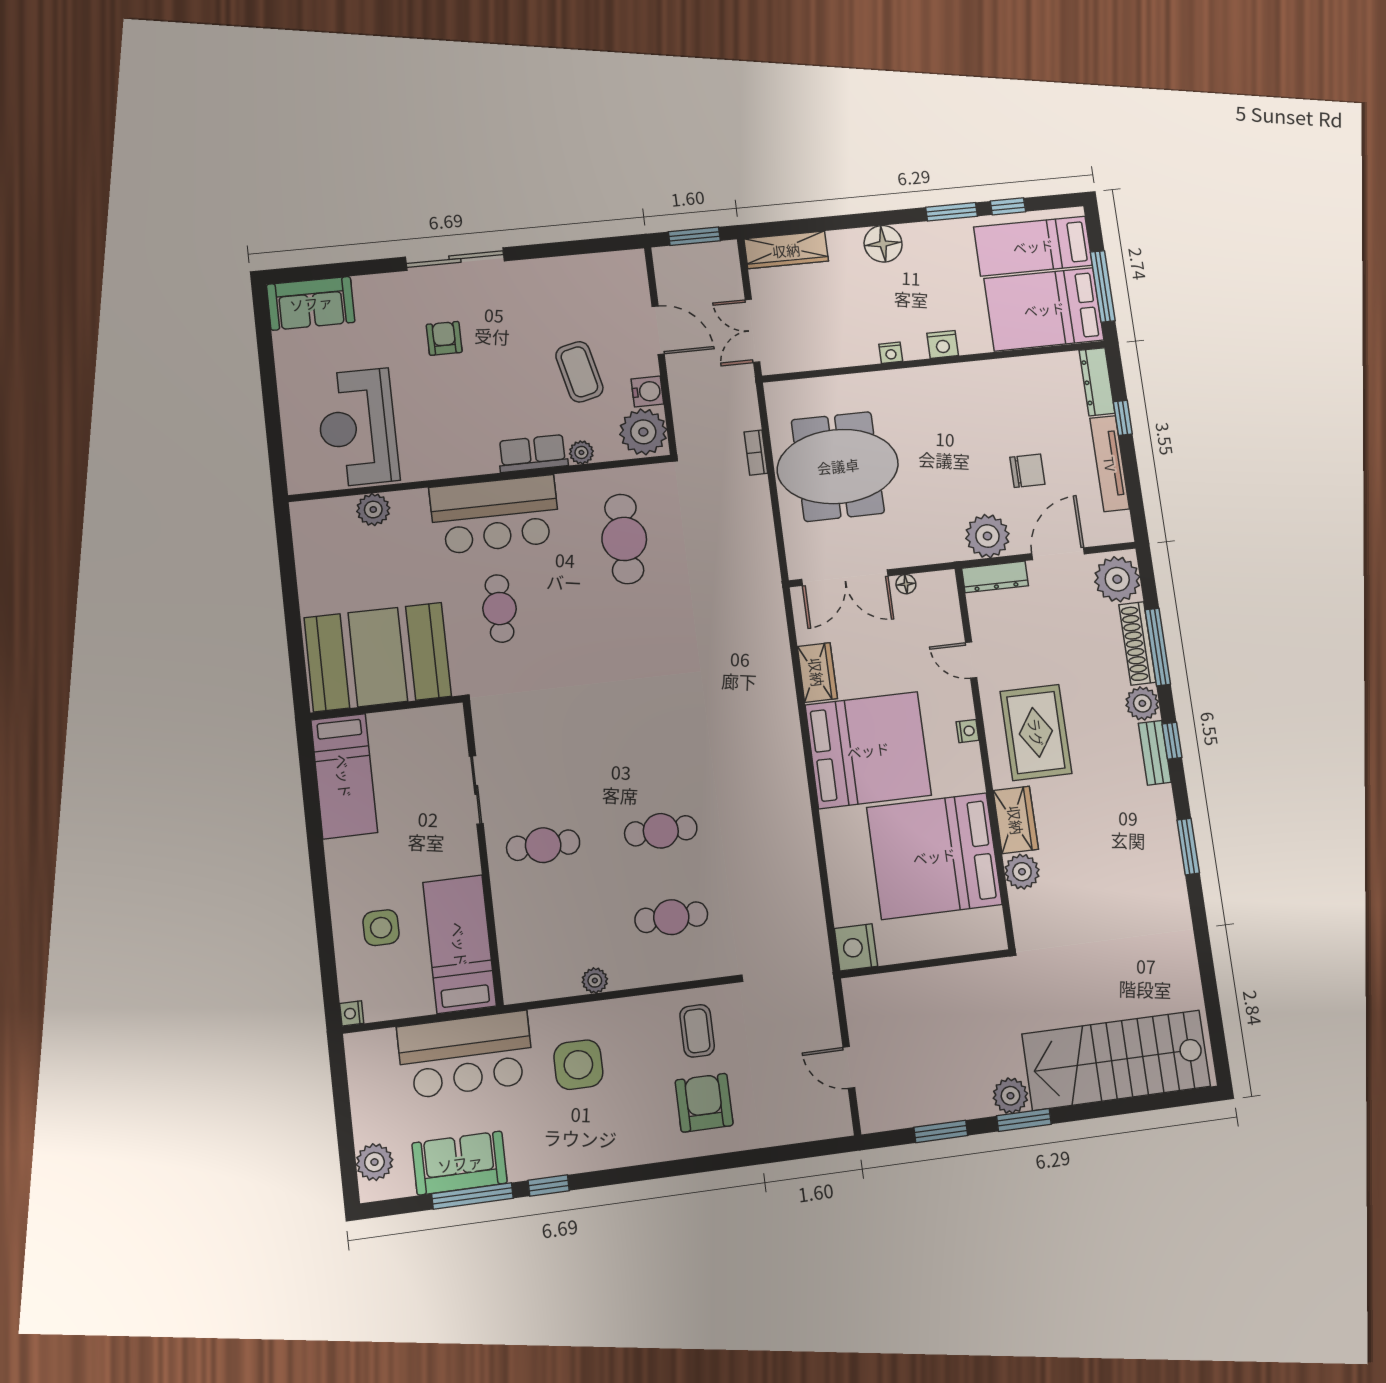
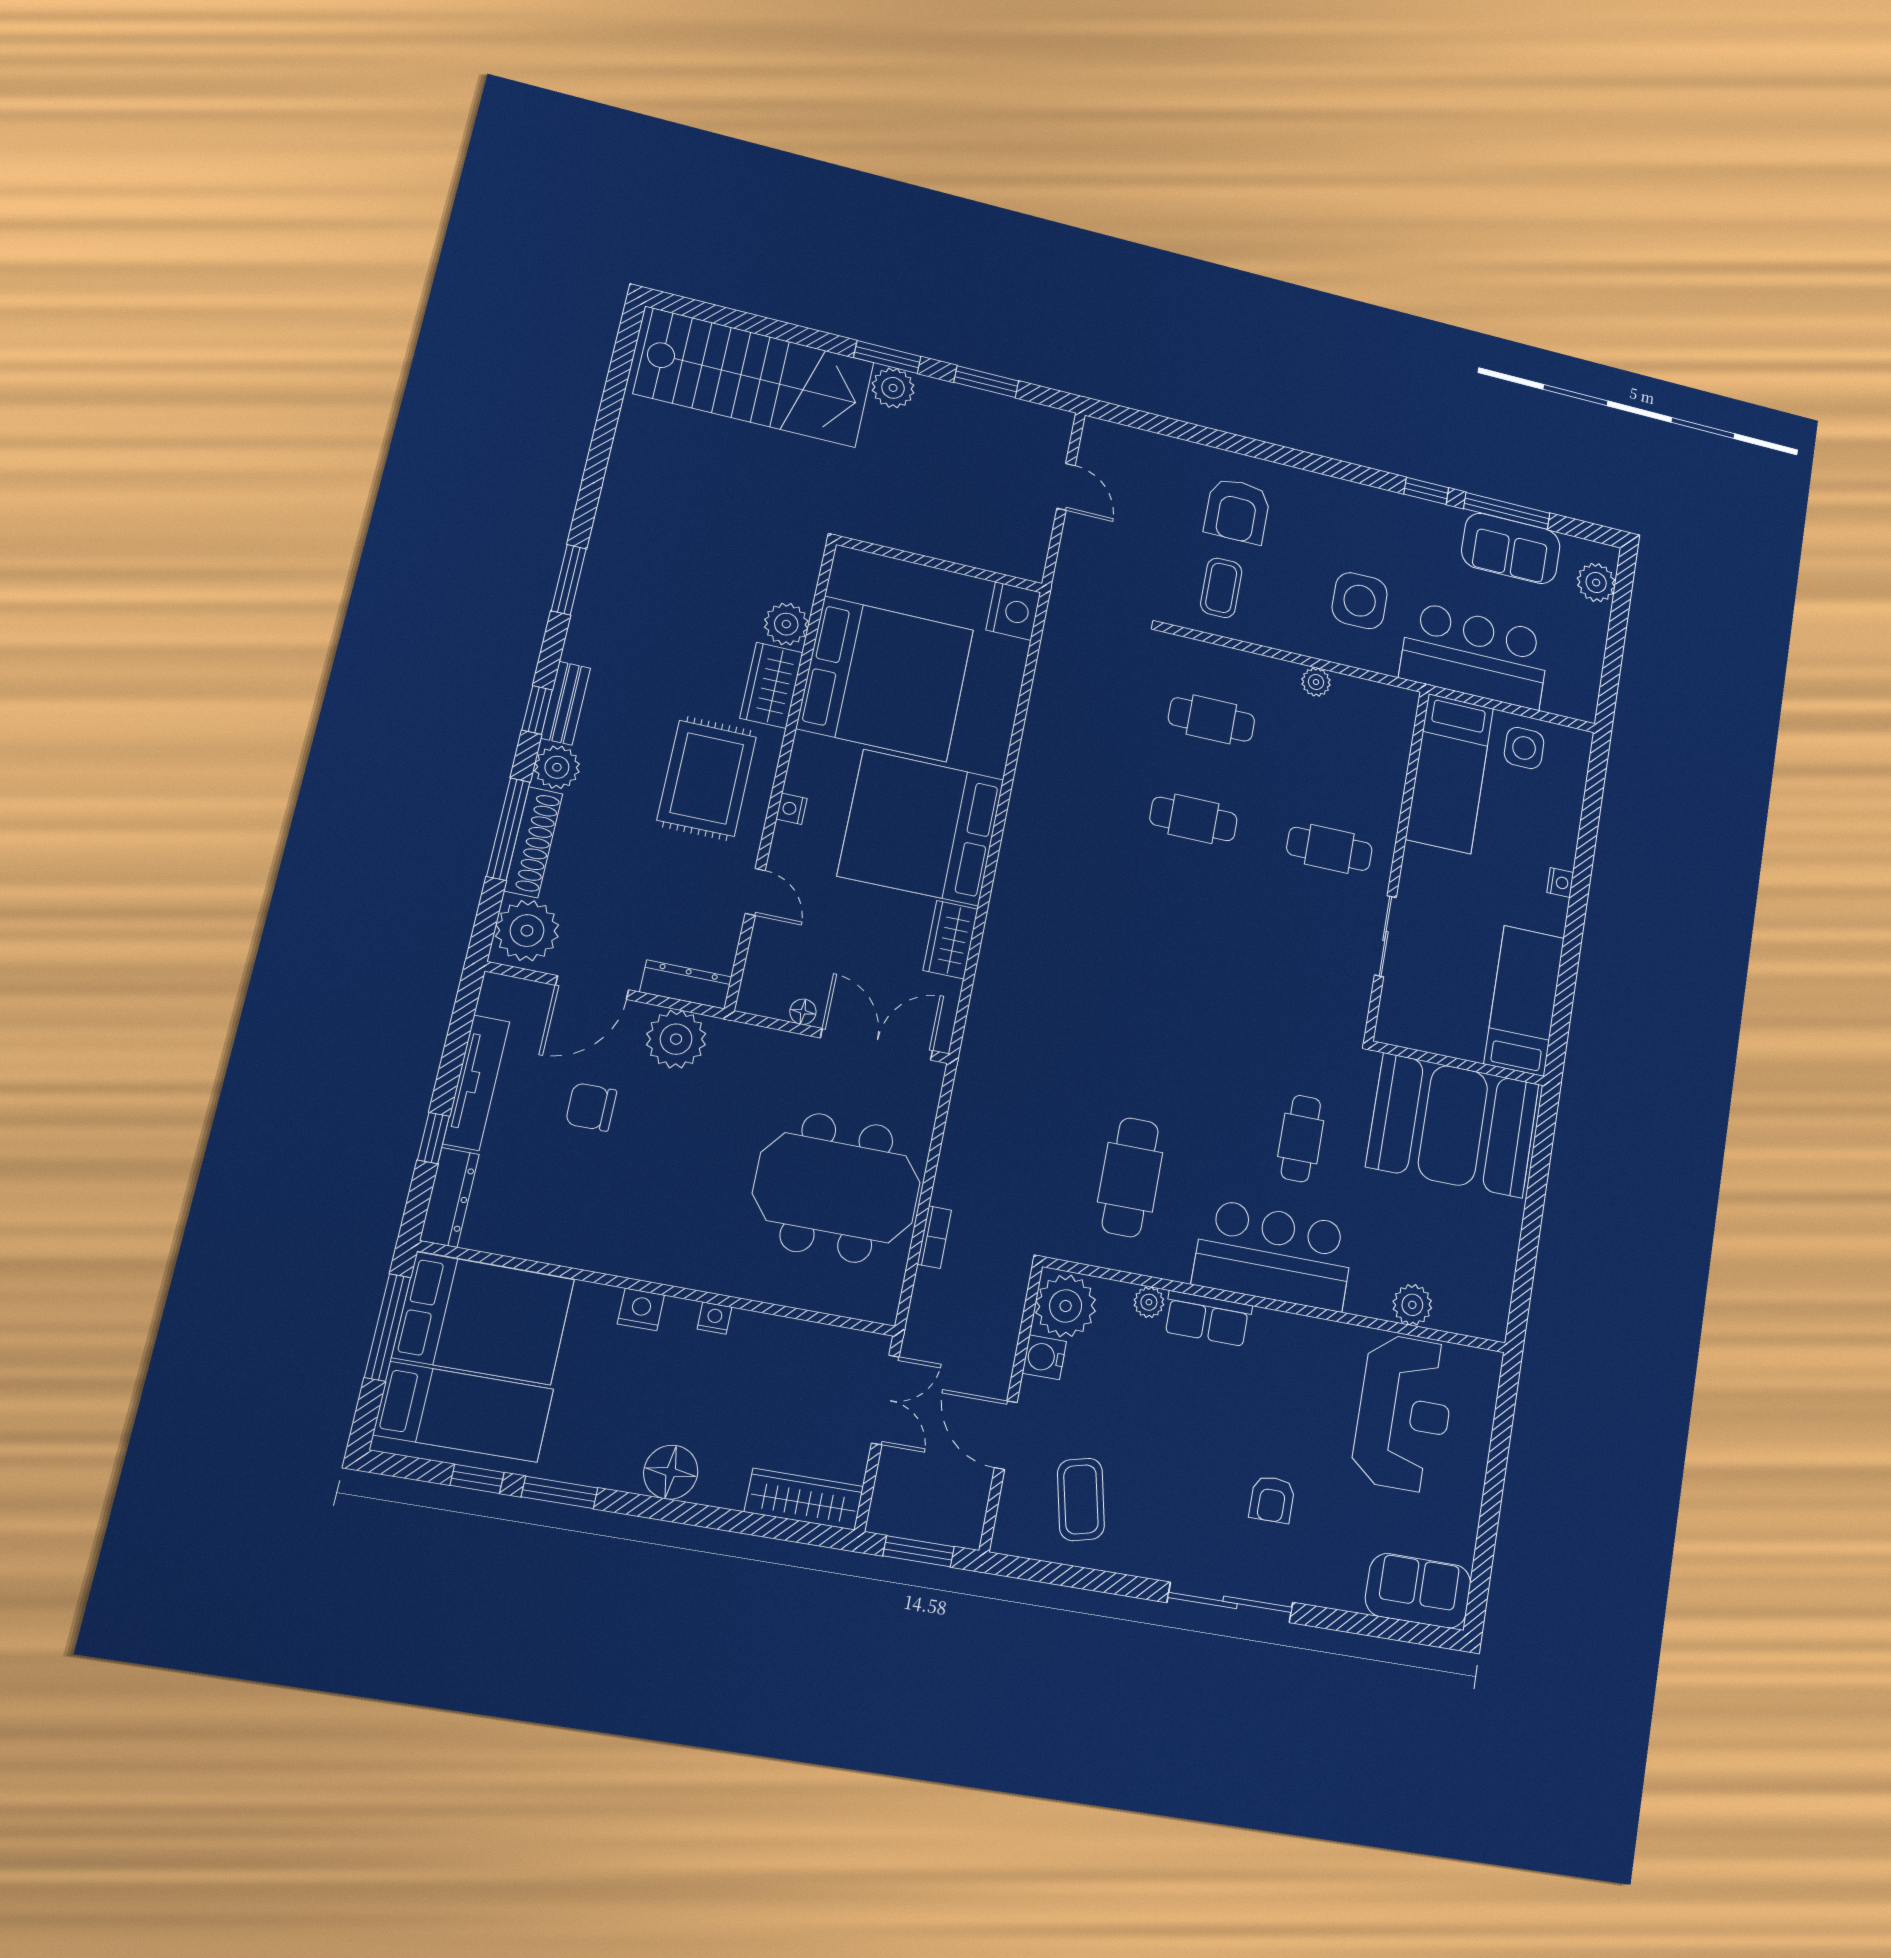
coffee table: (579, 372) -> (1081, 1499), moved
side table: (381, 928) -> (1524, 748), moved
nightstand: (352, 1013) -> (1560, 882), moved

